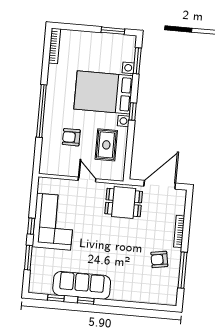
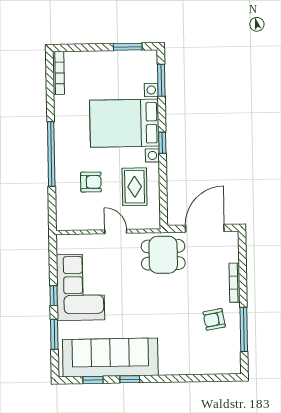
armchair: (71, 137) -> (91, 182), turned 180
sofa: (82, 285) -> (110, 357), width x1.36, depth x1.27

